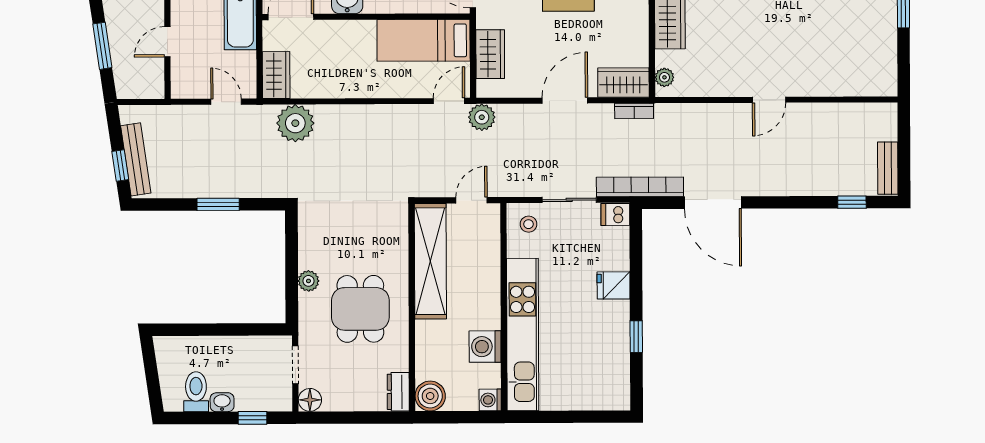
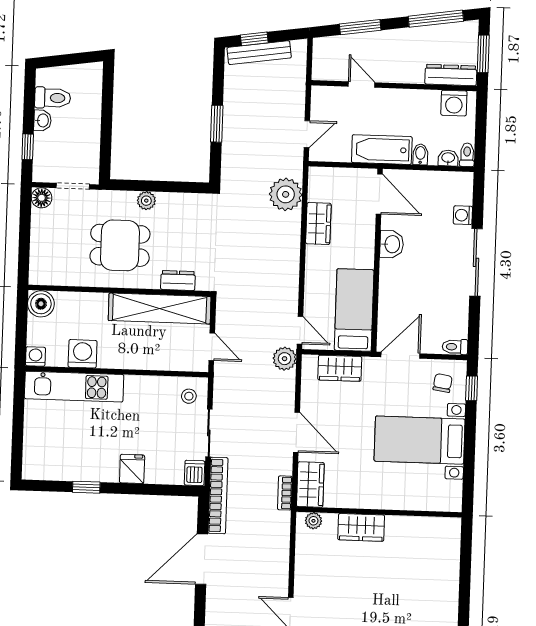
wardrobe: (276, 75) -> (318, 224), moved, turned -90
kitchen unit: (523, 334) -> (74, 387), width x0.73
dresser: (398, 392) -> (178, 280), moved

